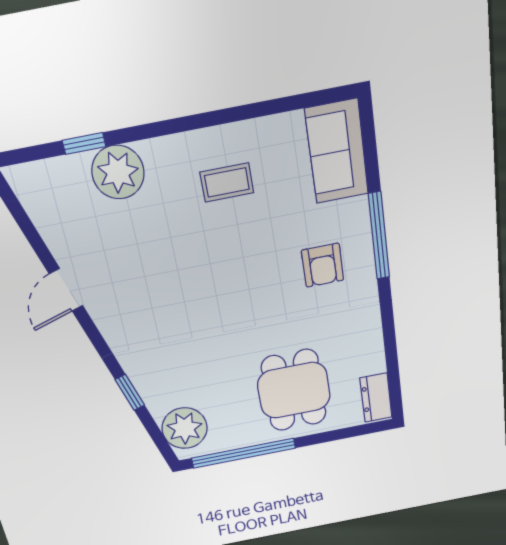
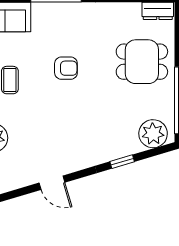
armchair: (323, 265) -> (66, 68), moved

